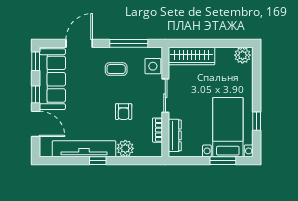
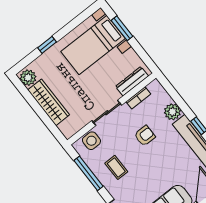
wardrobe: (192, 56) -> (49, 102), moved
window: (257, 121) -> (47, 45), moved

